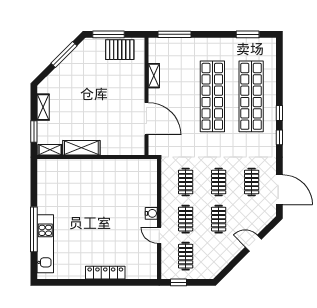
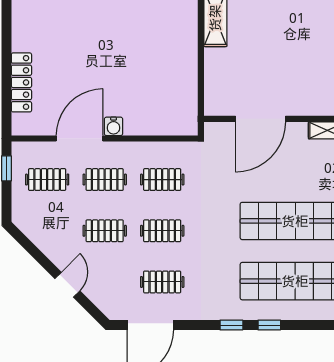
door: (159, 235) -> (80, 138), width x1.88
locker: (105, 273) -> (21, 82), moved

